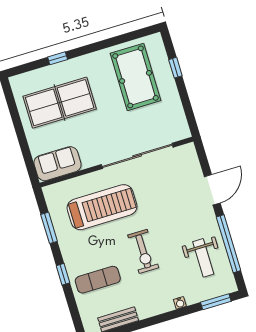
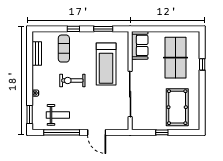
window: (175, 68) -> (162, 132), moved
pool table: (136, 77) -> (177, 107), turned 90
weight bench: (203, 258) -> (58, 115), turned 180

